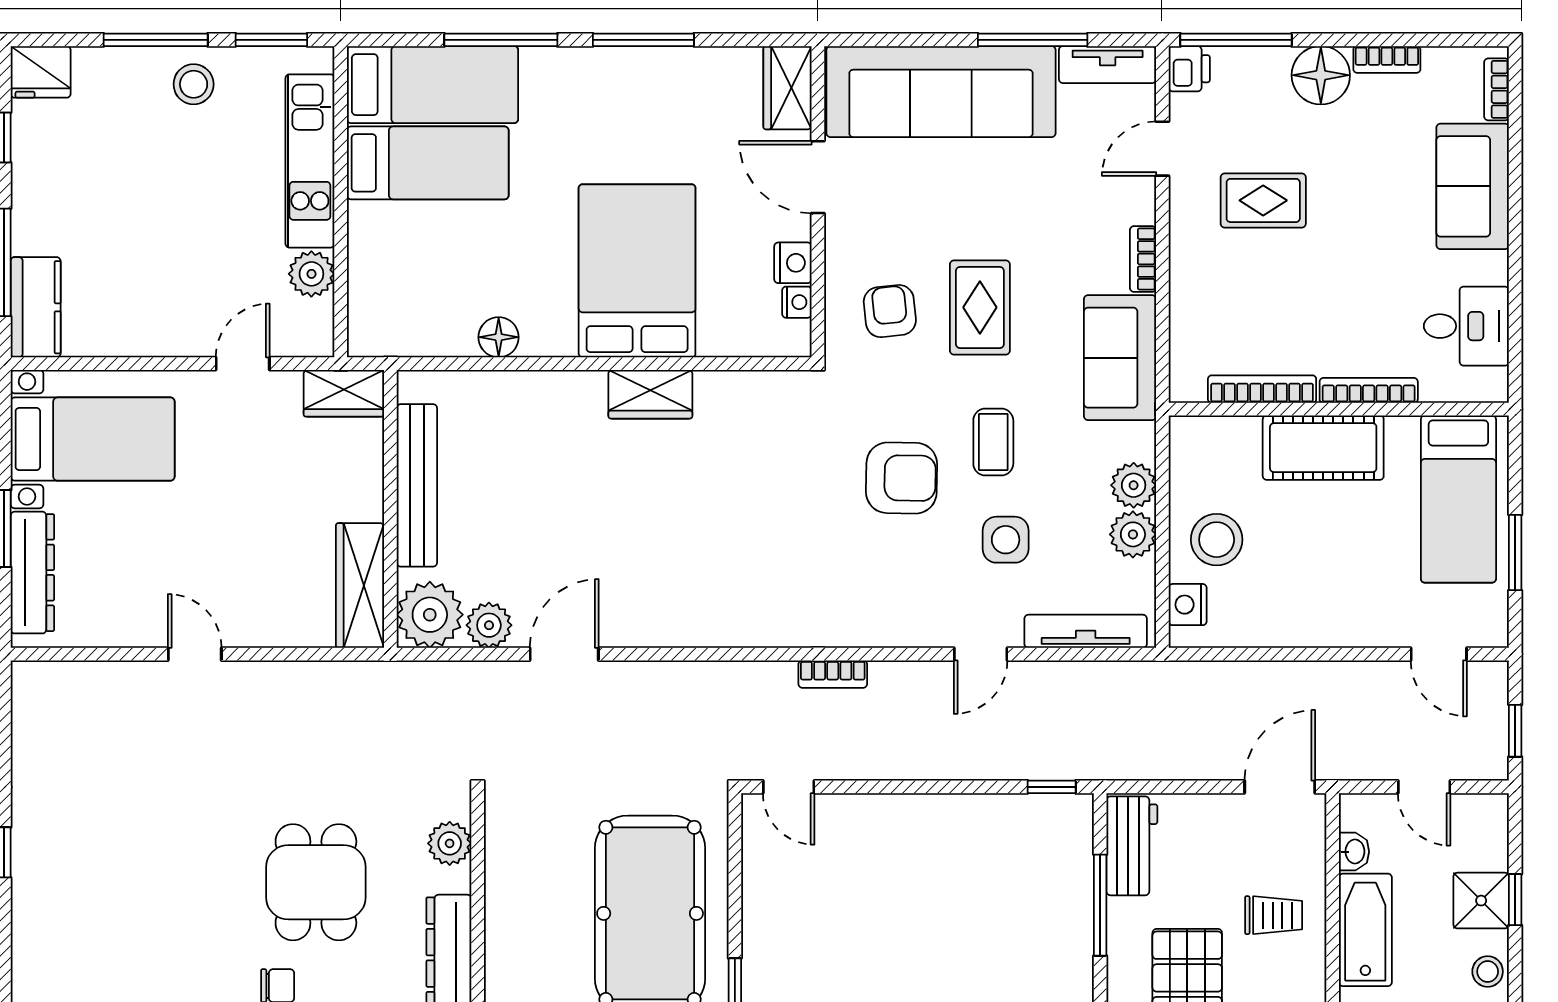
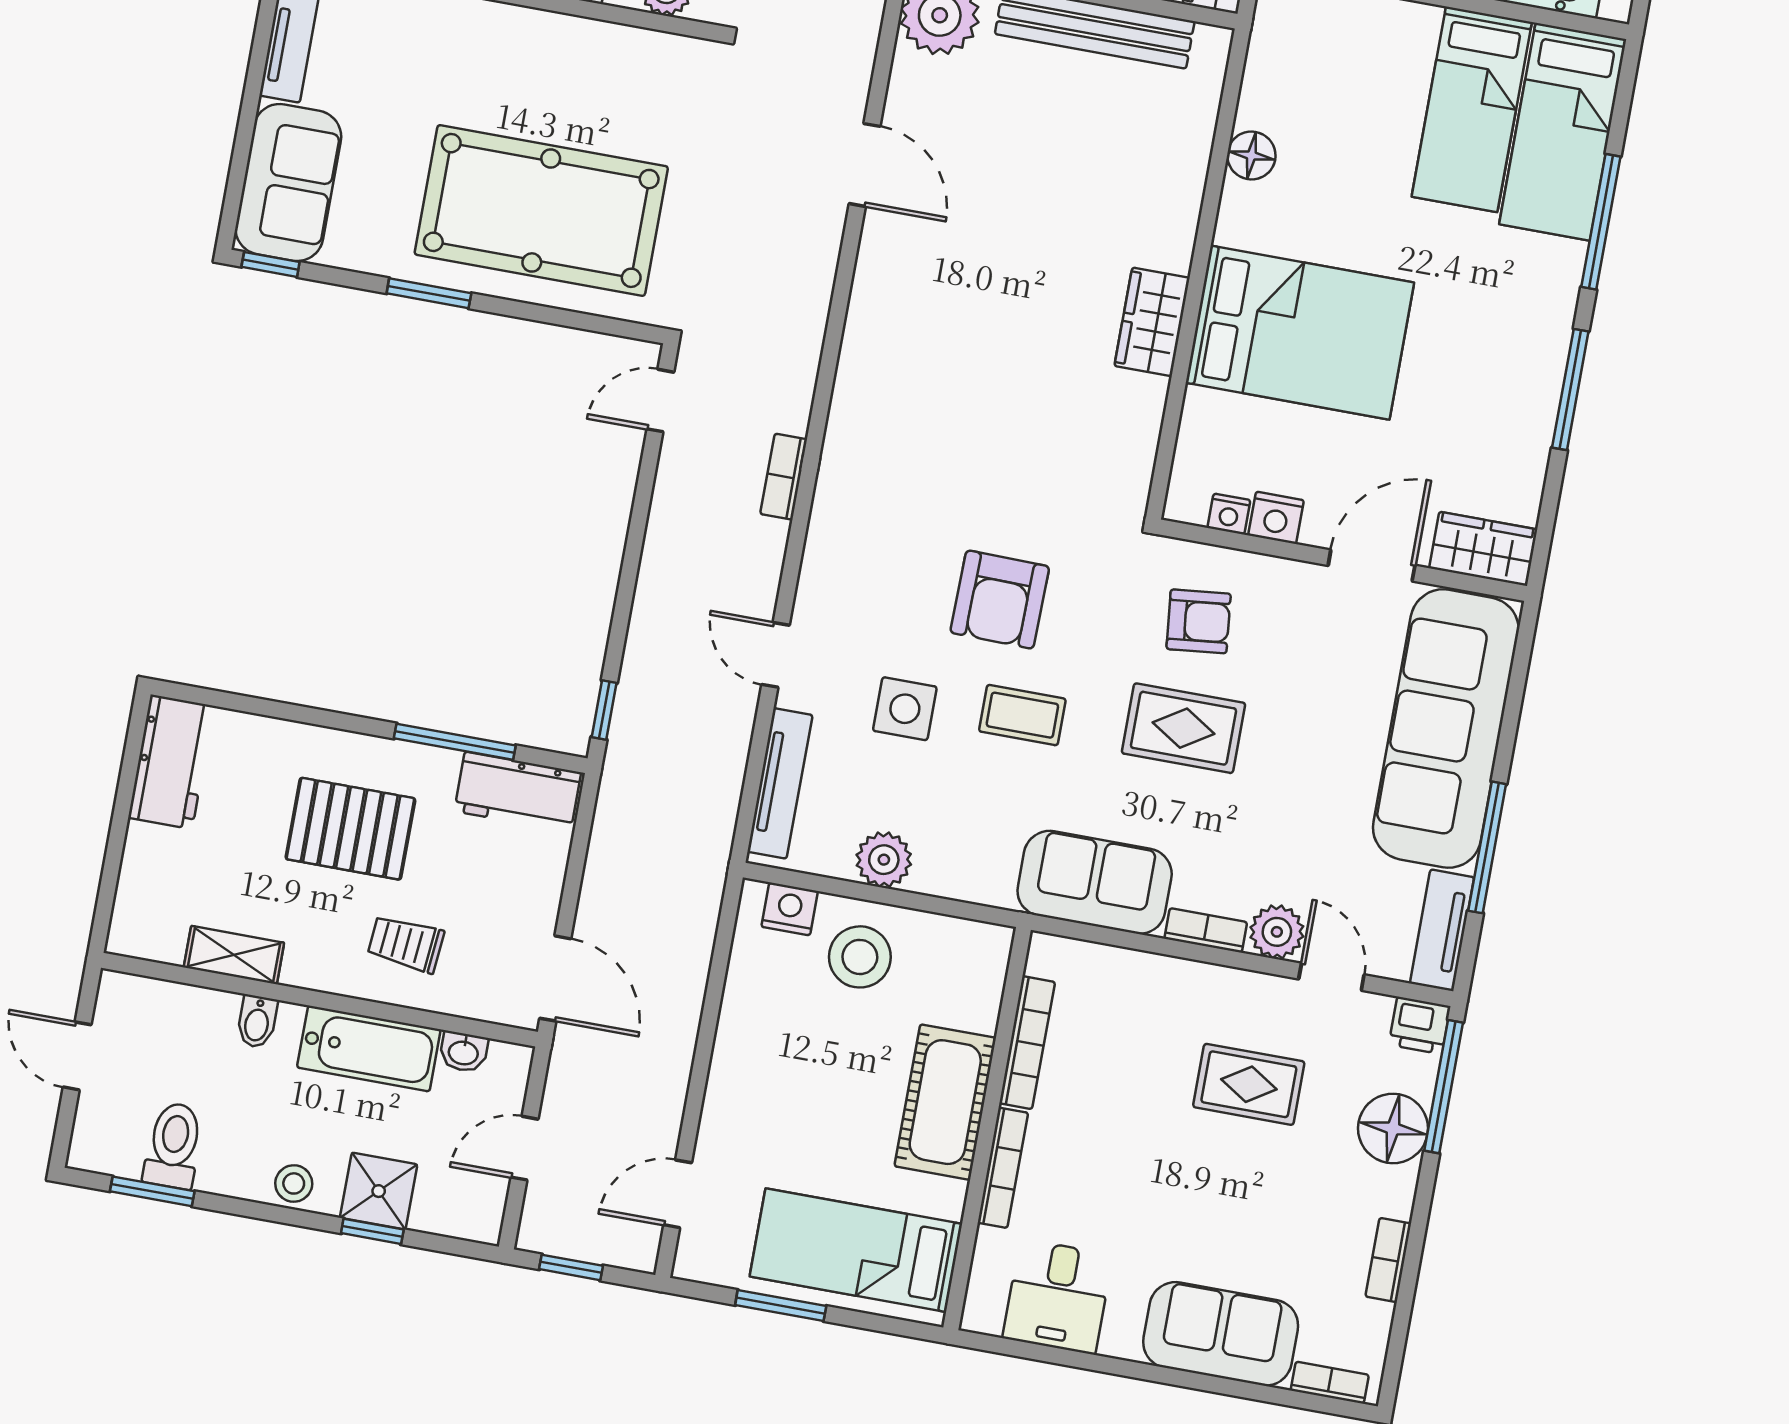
floor lamp: (1321, 75) -> (1393, 1128), moved
rug: (1263, 200) -> (1249, 1084), turned 90
plant: (1134, 485) -> (1277, 932), moved
plant: (489, 625) -> (915, 83), removed
trolley: (1274, 915) -> (406, 944), turned 95

